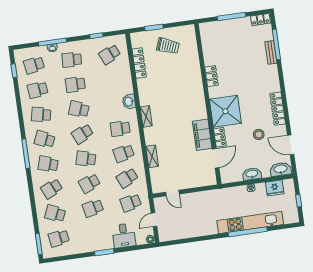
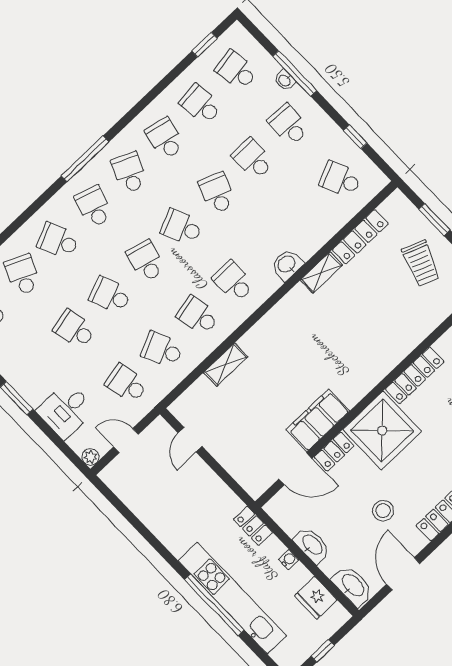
locker: (211, 76) -> (415, 375), width x1.53
shelving: (146, 116) -> (321, 273), moved
locker: (227, 193) -> (253, 526), added

